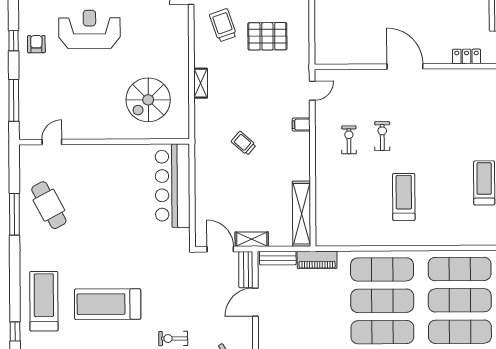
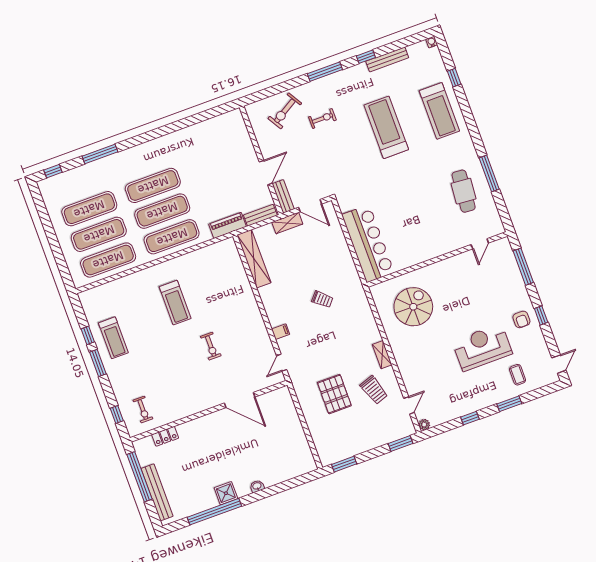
reception desk: (89, 29) -> (482, 347), turned 180
pallet: (267, 36) -> (334, 394), turned 90
door: (405, 66) -> (240, 400), moved
shelving: (201, 83) -> (382, 355), moved
exercise bike: (349, 140) -> (143, 410), moved
cafe table: (49, 205) -> (464, 191), turned 33
treadmill: (108, 304) -> (386, 127), turned -90

